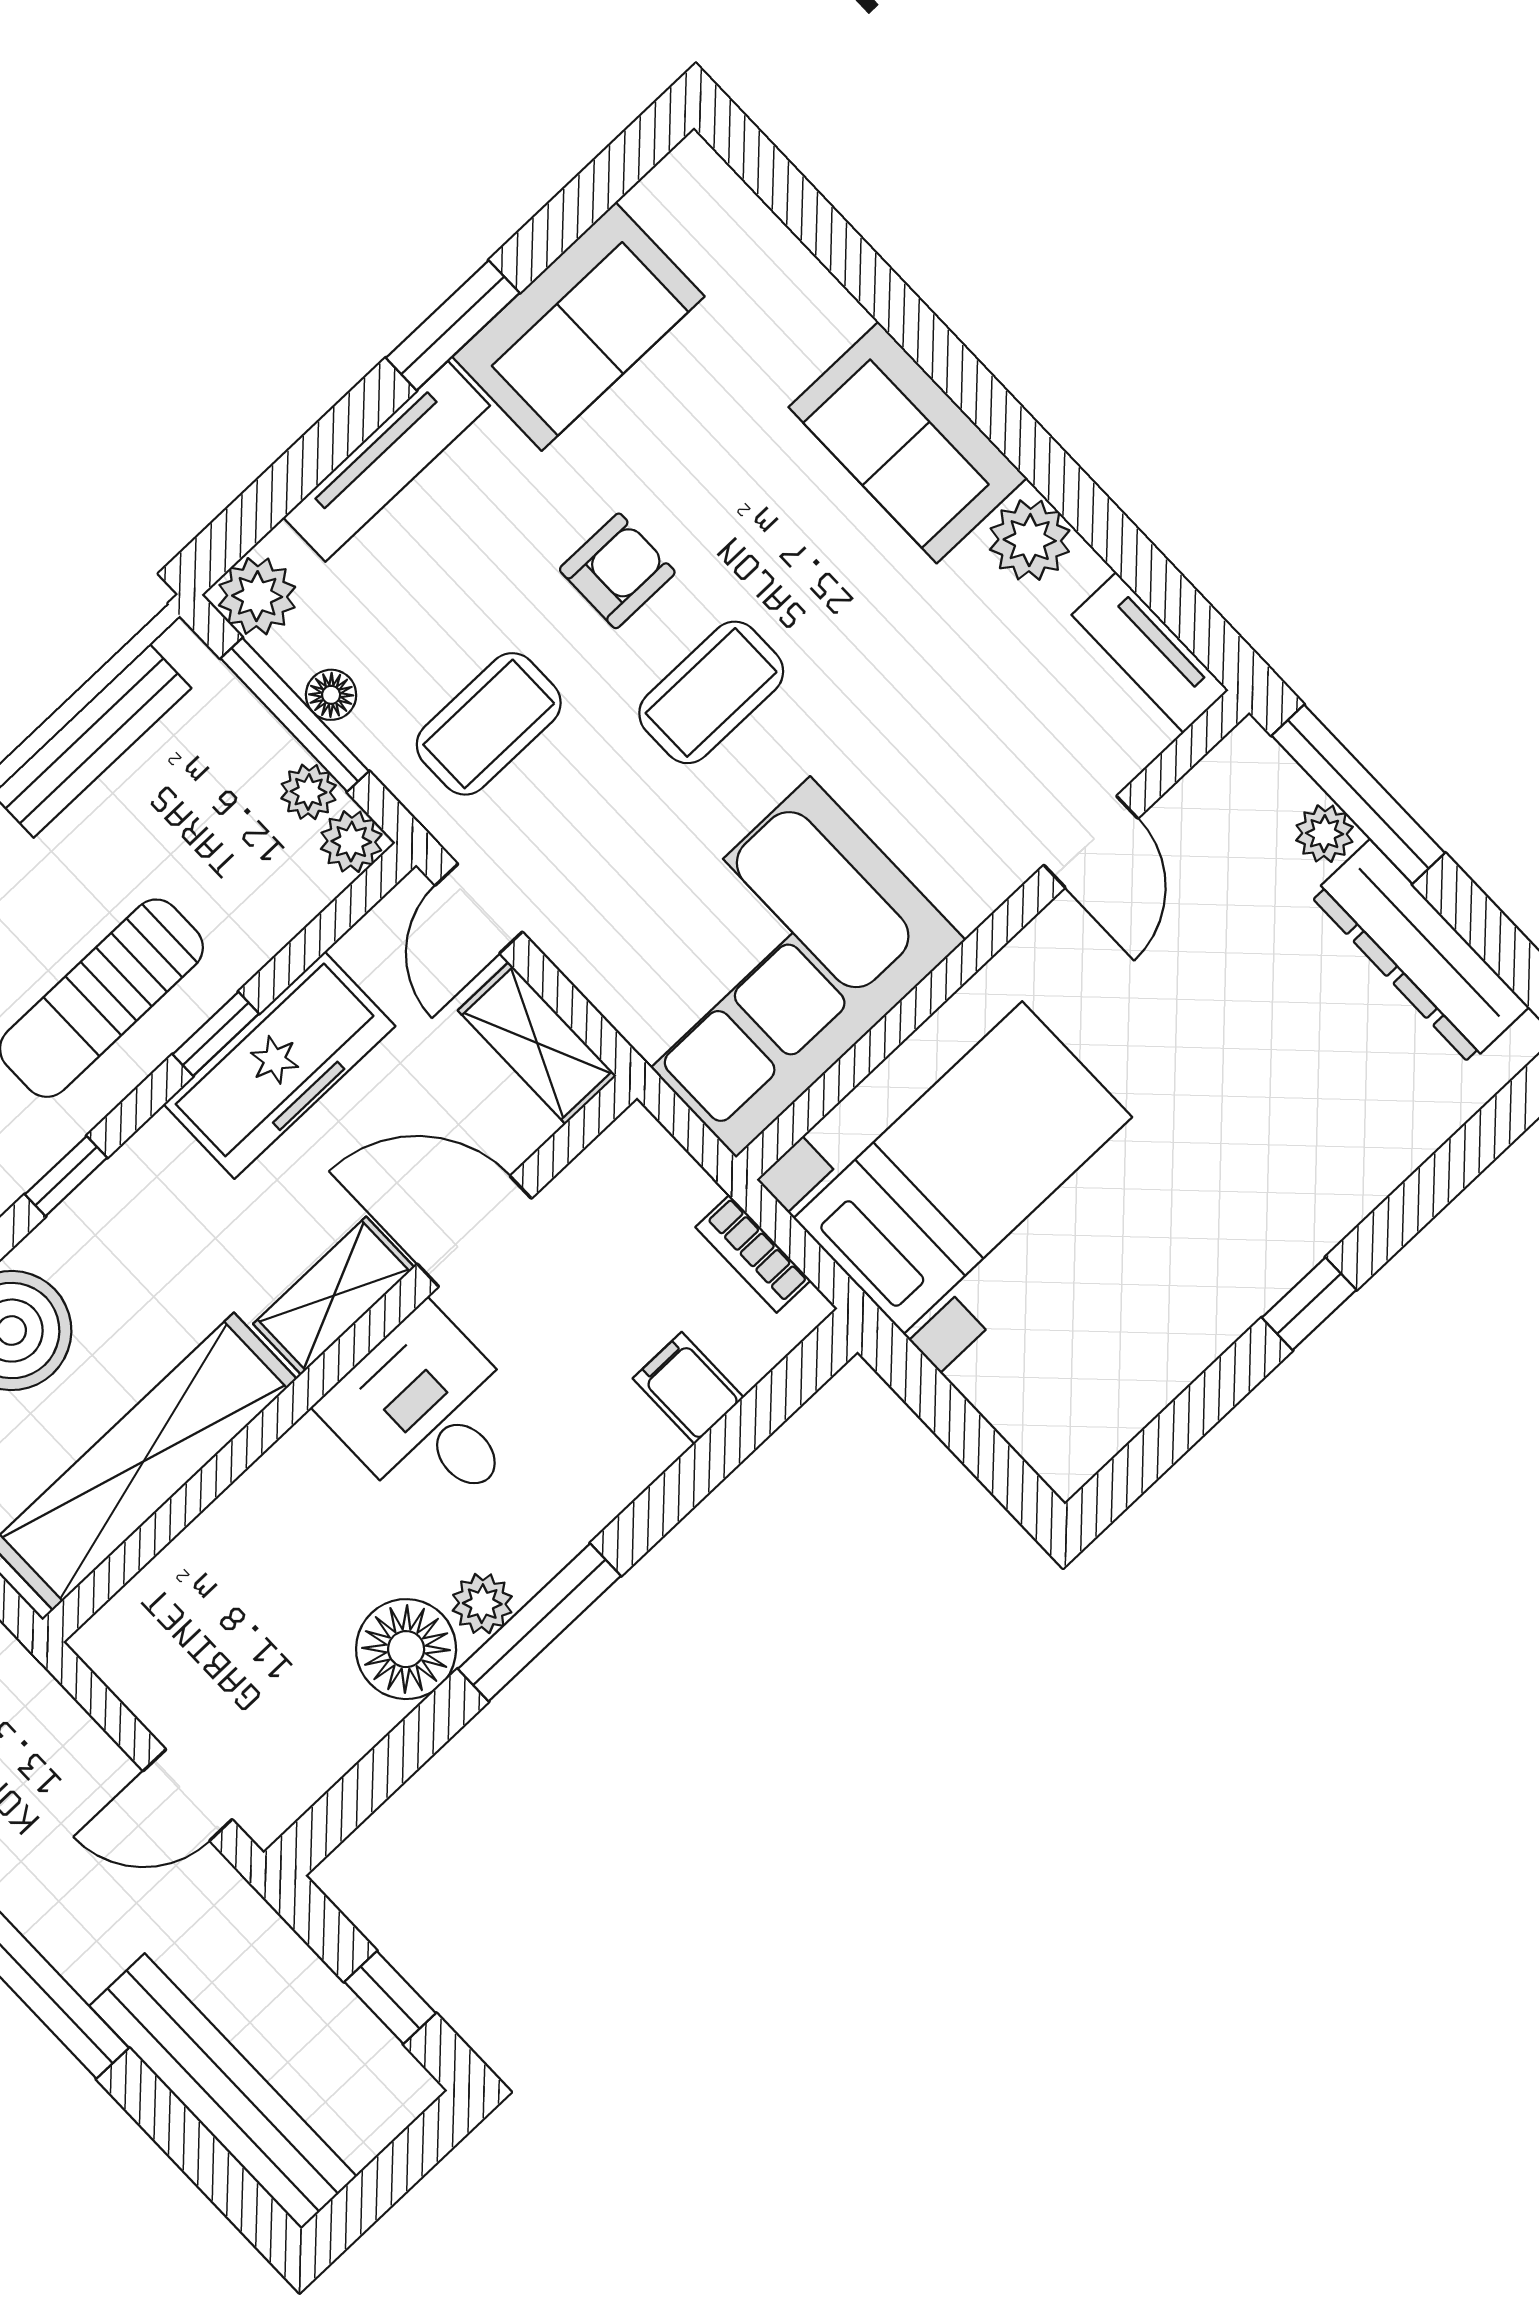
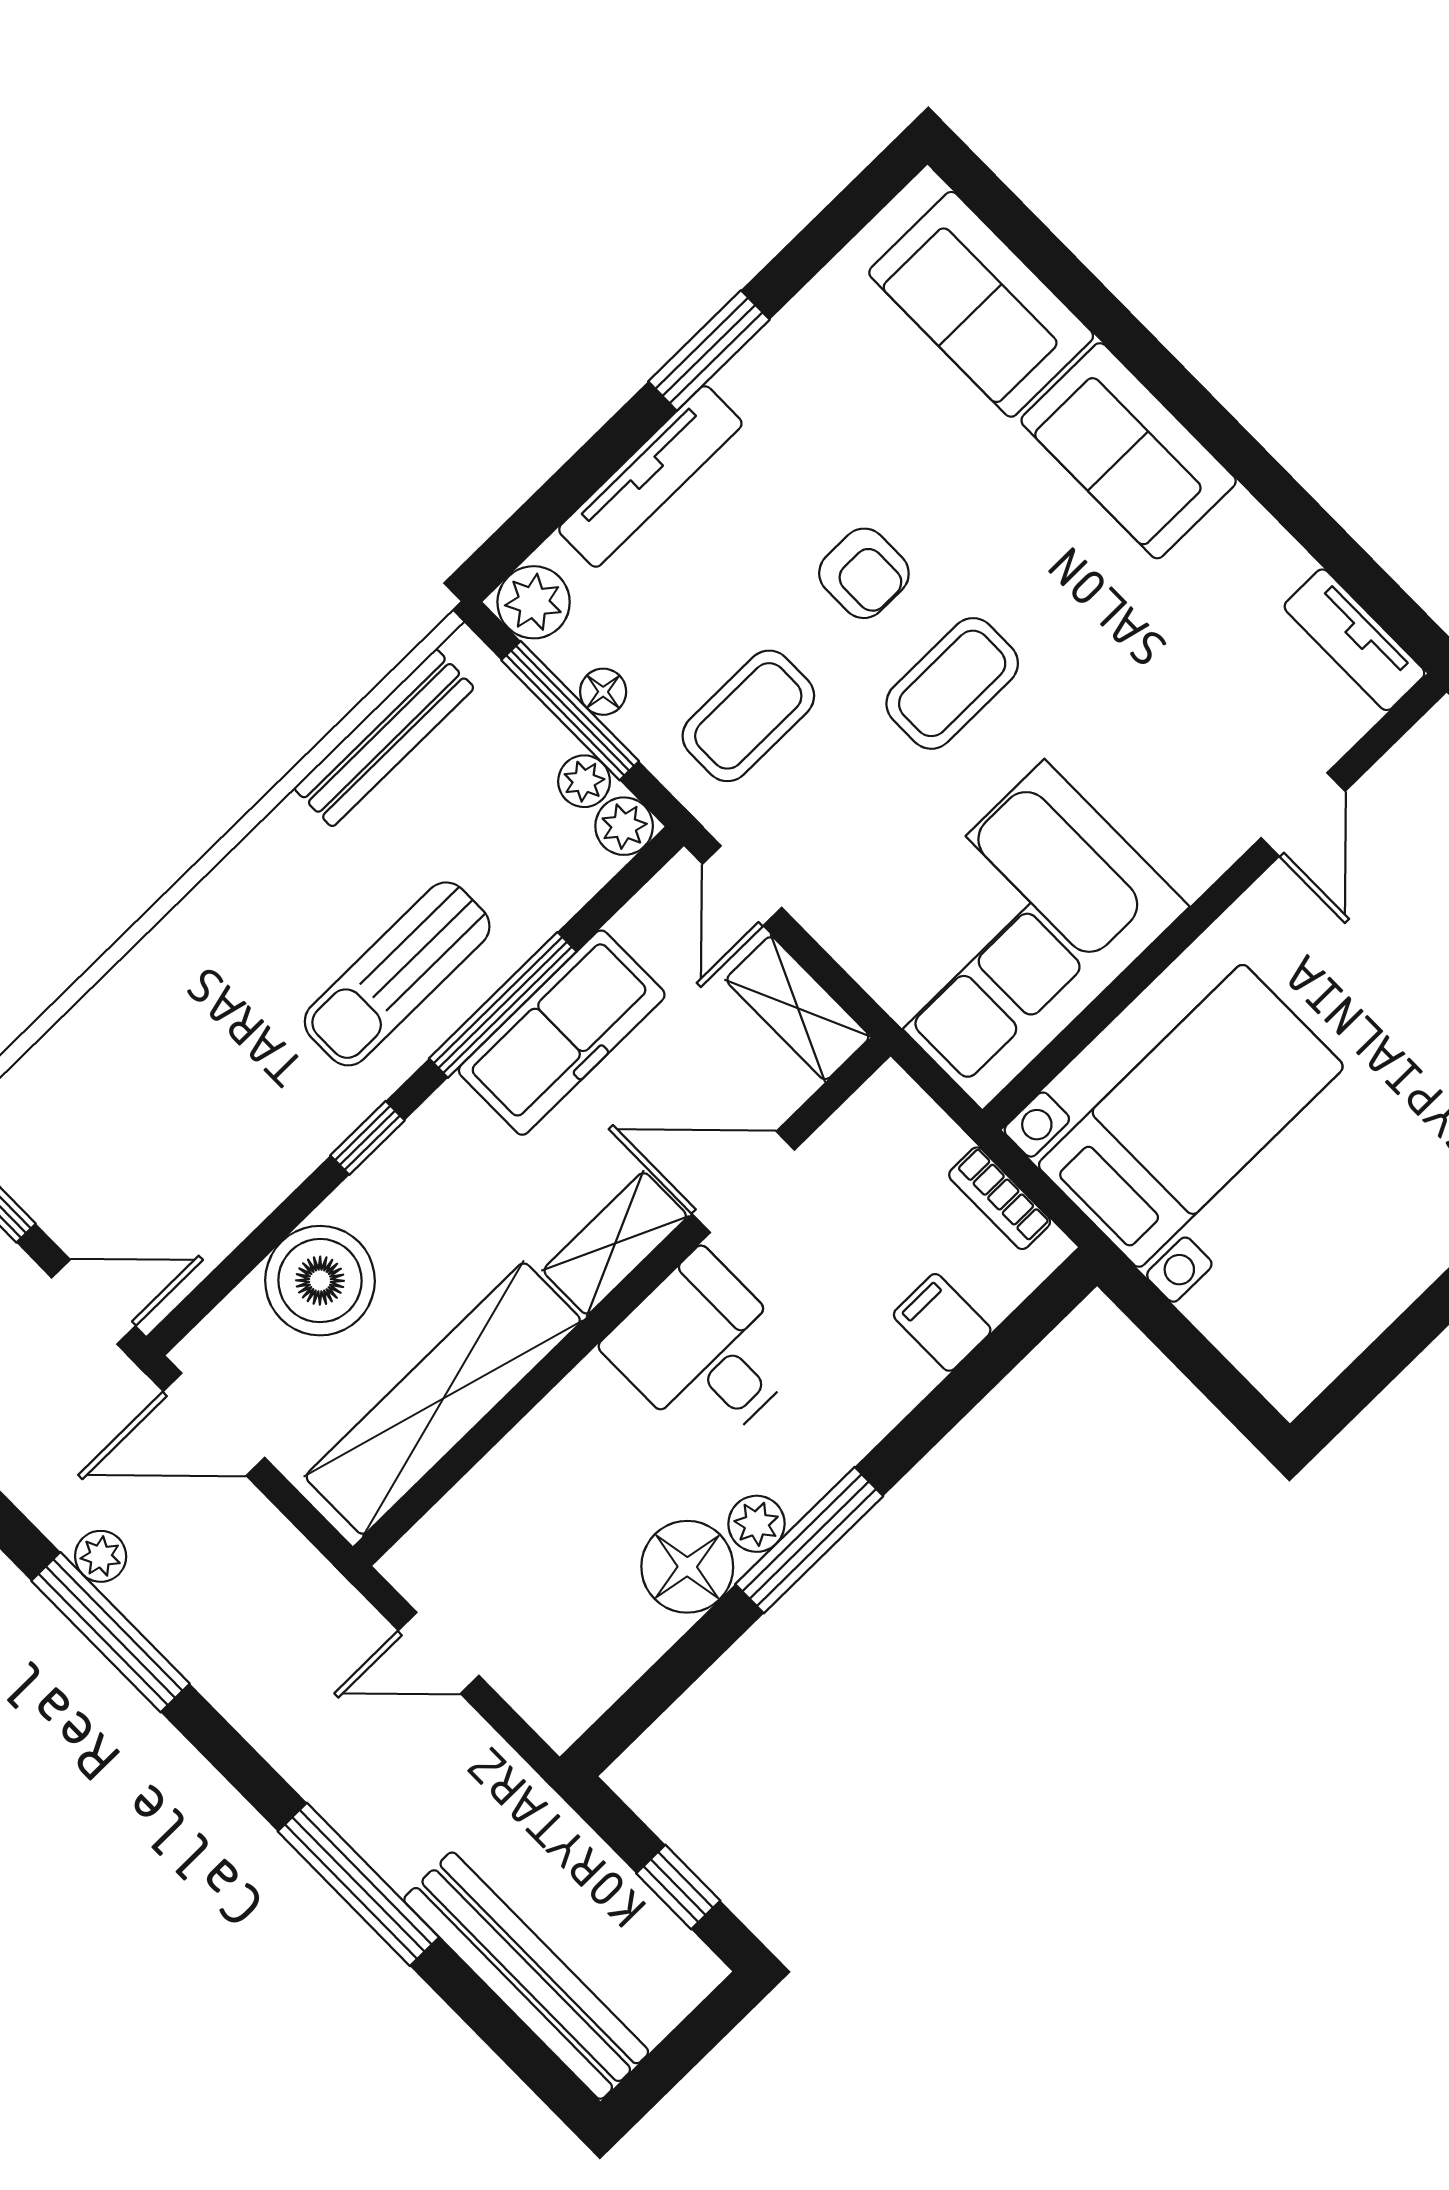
sofa: (578, 327) -> (981, 304), moved, turned 90
plant: (1030, 540) -> (1242, 538), removed
armchair: (617, 571) -> (864, 573), turned 90
window: (216, 1034) -> (503, 1005), width x2.17
door: (188, 1795) -> (439, 1653), moved

